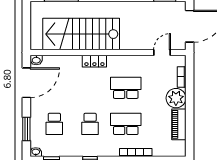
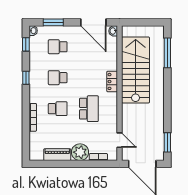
school desk: (126, 124) -> (58, 109), width x0.54

